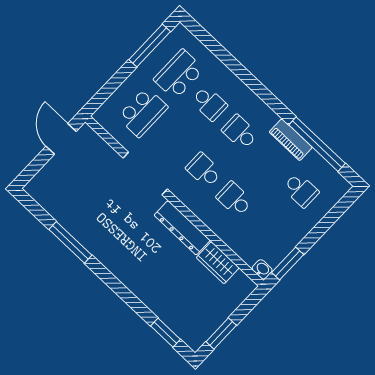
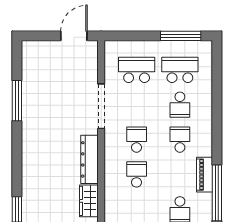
school desk: (143, 112) -> (137, 70), turned 180

